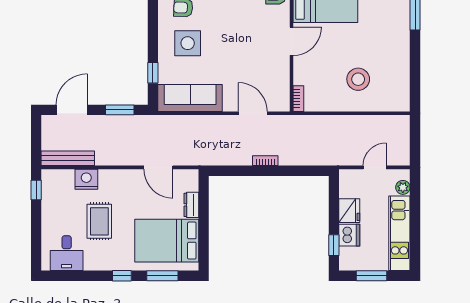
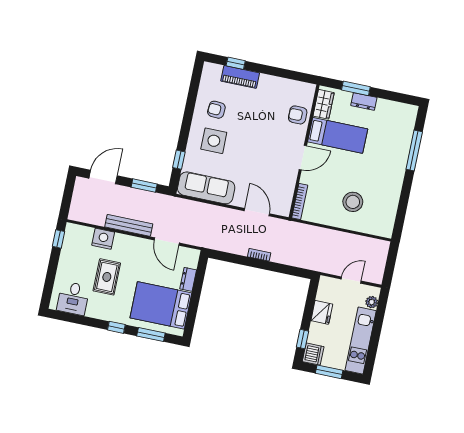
bookcase: (298, 99) -> (300, 202), width x1.56
bench: (68, 158) -> (129, 225), moved
dishwasher: (349, 235) -> (313, 354), moved

